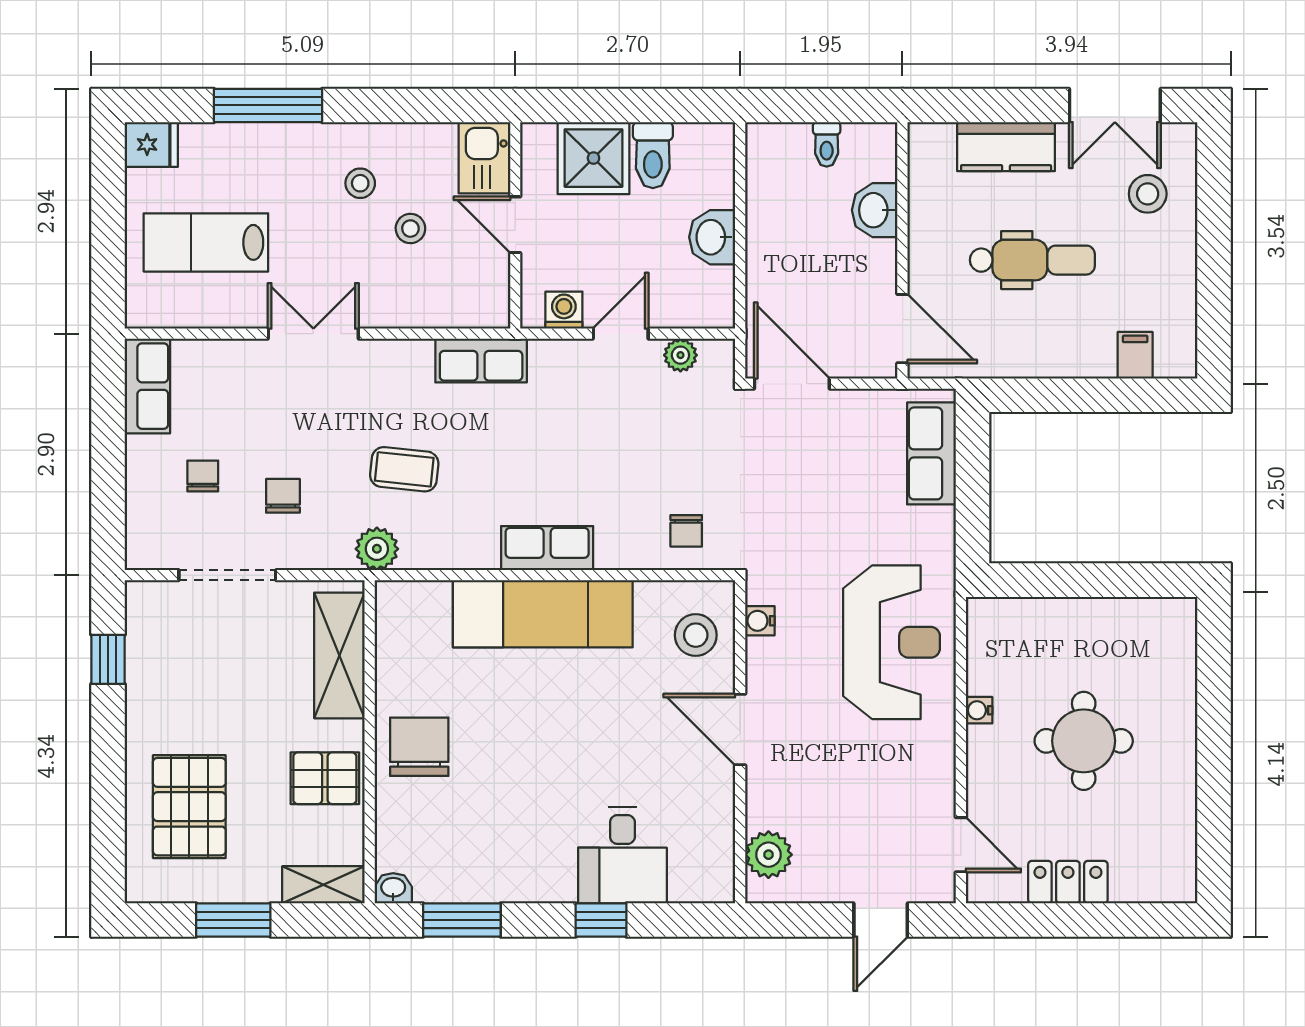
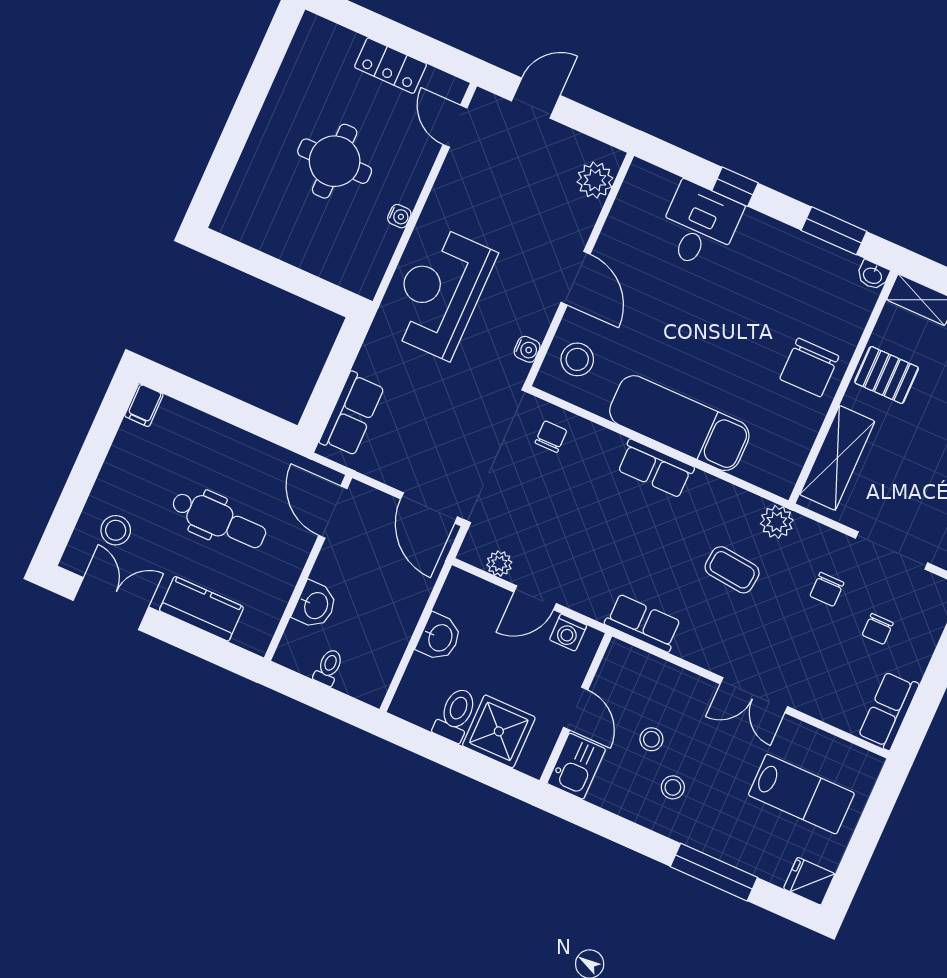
dental chair: (1032, 260) -> (219, 520), turned 180
filing cabinet: (1135, 355) -> (144, 405), moved

